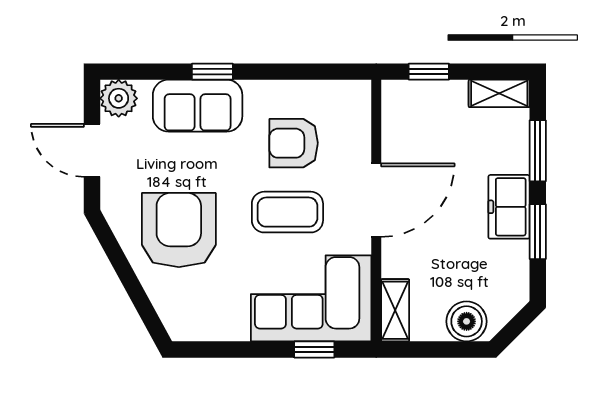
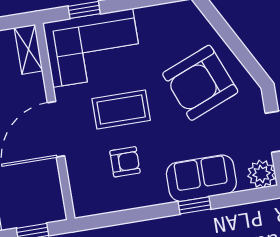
armchair: (294, 143) -> (125, 162), width x0.72, depth x0.72
armchair: (179, 230) -> (200, 83), turned 68

